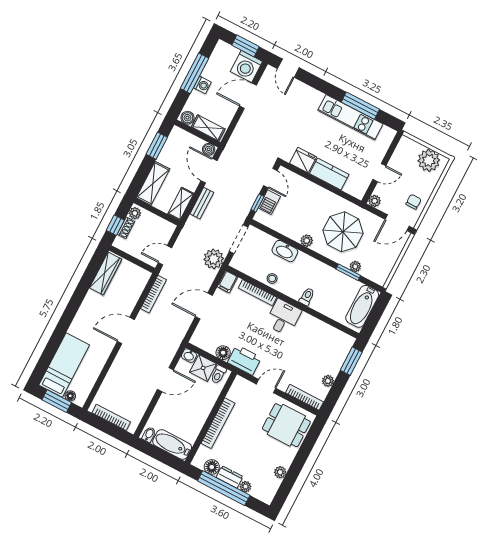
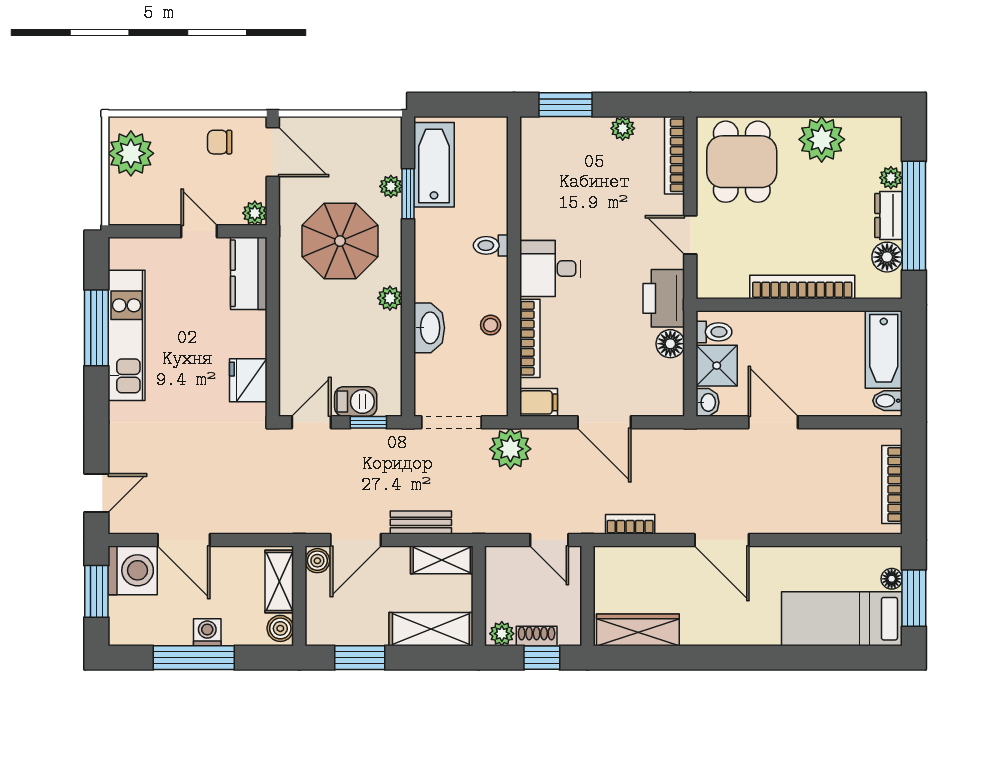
kitchen counter: (329, 174) -> (249, 273), moved
bookcase: (153, 294) -> (630, 524), width x0.64
bathtub: (362, 306) -> (434, 165), moved, turned -90
plant: (280, 472) -> (822, 139), width x1.87, depth x1.87

